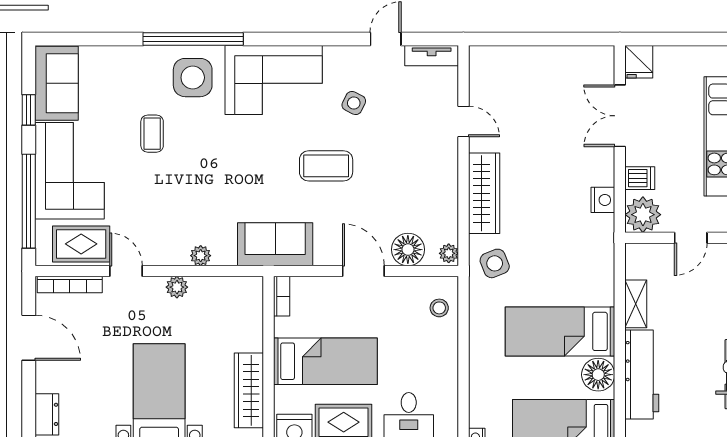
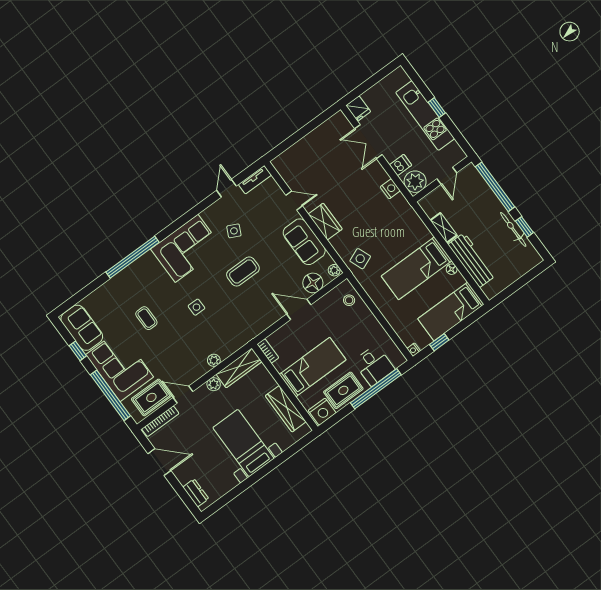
side table: (193, 78) -> (196, 307), moved, width x0.54, depth x0.54
wardrobe: (484, 193) -> (325, 222), width x0.67
sofa: (275, 244) -> (304, 242), moved, turned -90
wardrobe: (227, 290) -> (239, 368), added
floor lamp: (598, 375) -> (452, 269), width x0.53, depth x0.53

